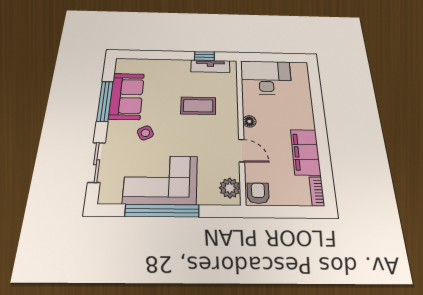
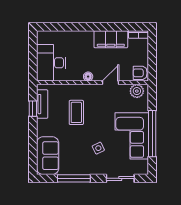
sofa: (127, 96) -> (48, 156), moved, turned 90

